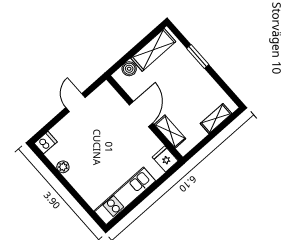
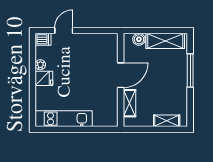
window: (198, 56) -> (190, 71), width x1.44
door: (76, 103) -> (64, 31), moved
fridge: (165, 159) -> (44, 78), moved, turned 90

